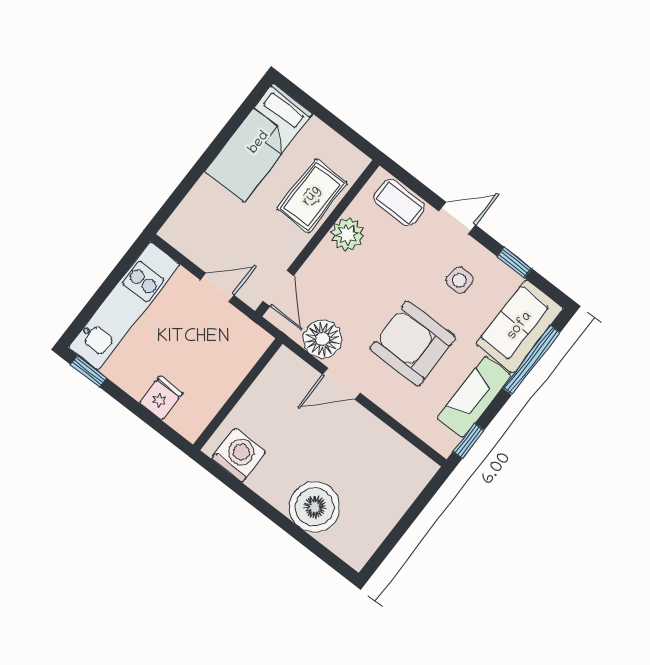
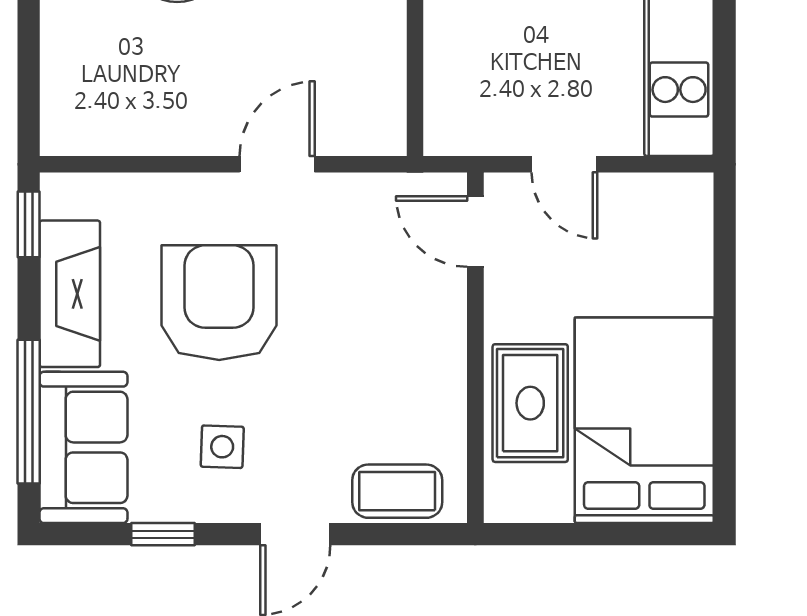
bed: (259, 143) -> (644, 420), width x1.50
plant: (347, 234) -> (436, 387), removed
door: (217, 288) -> (564, 164), hinge flipped
floor lamp: (323, 339) -> (354, 208), removed
armchair: (413, 343) -> (219, 303), turned -90

